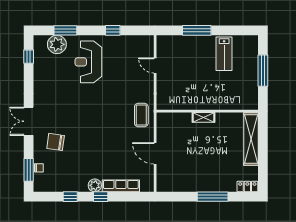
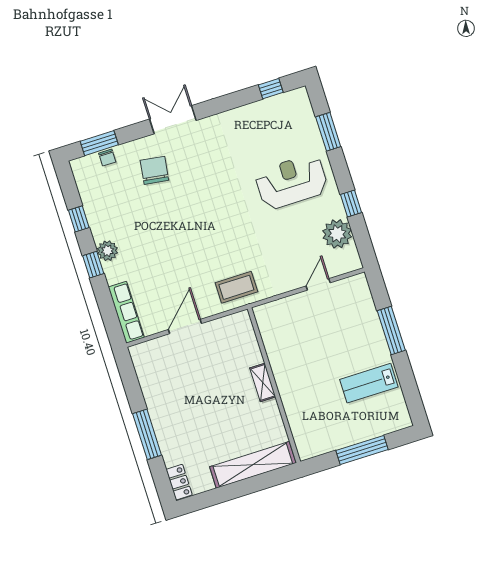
plant: (57, 44) -> (337, 234), moved
row of seats: (121, 186) -> (126, 312), moved

